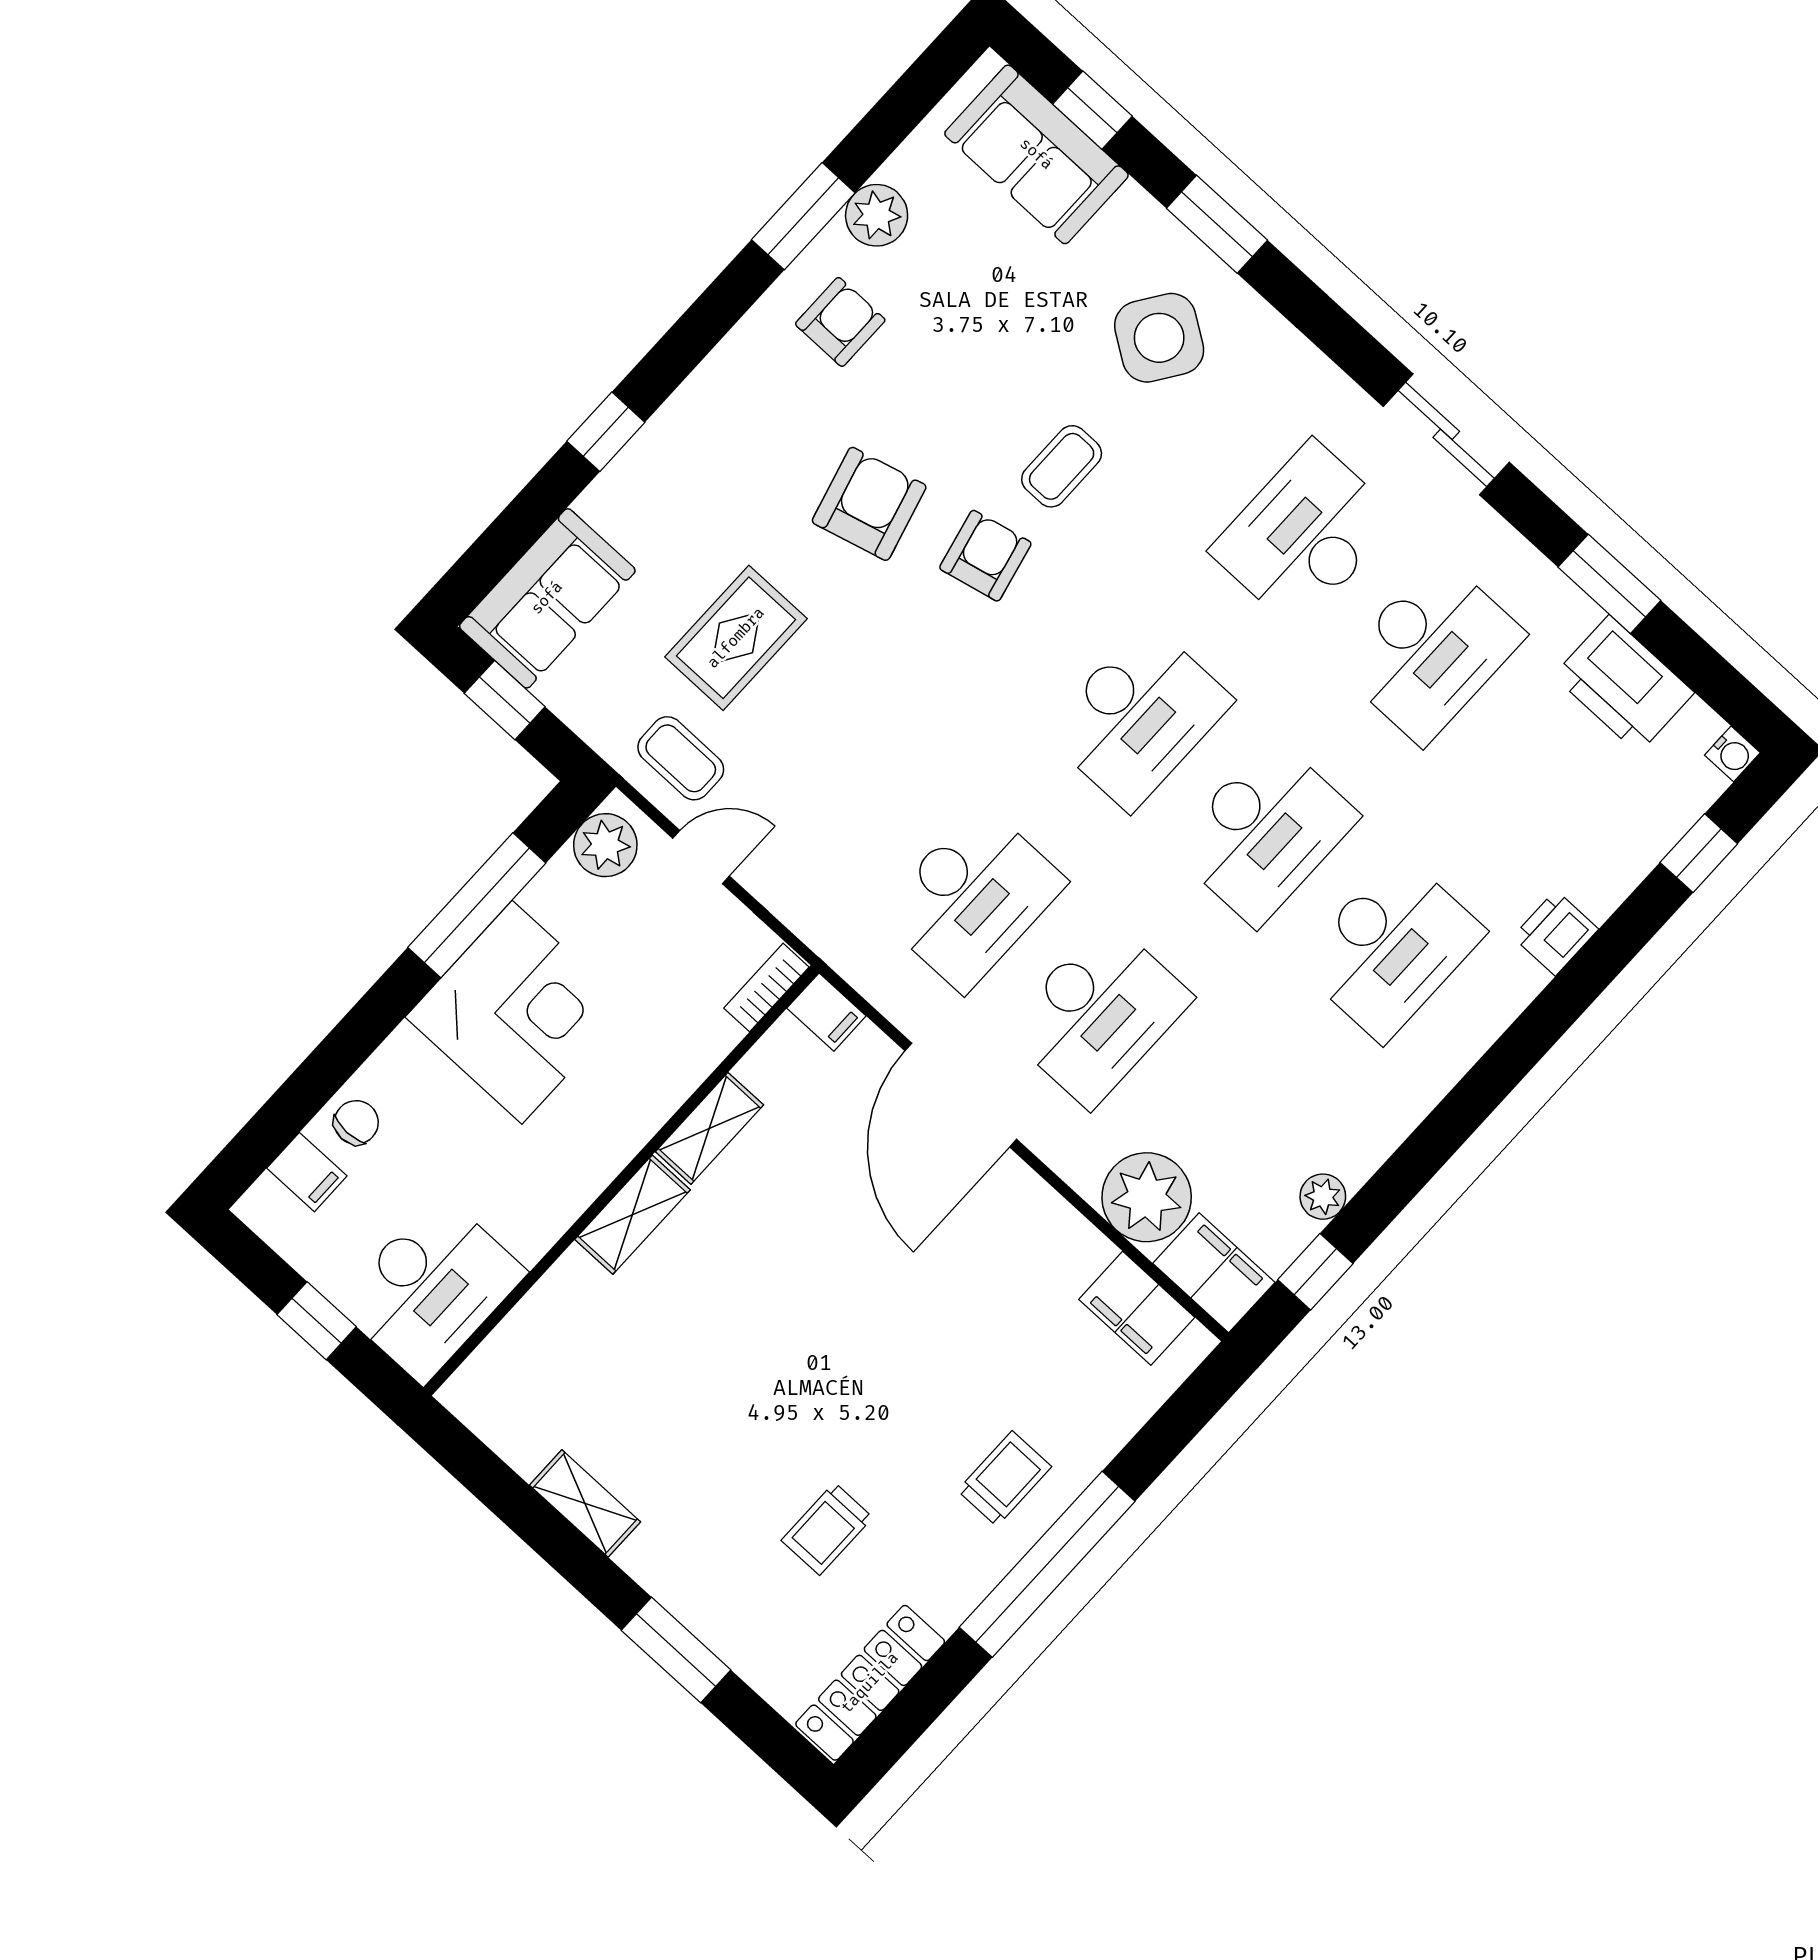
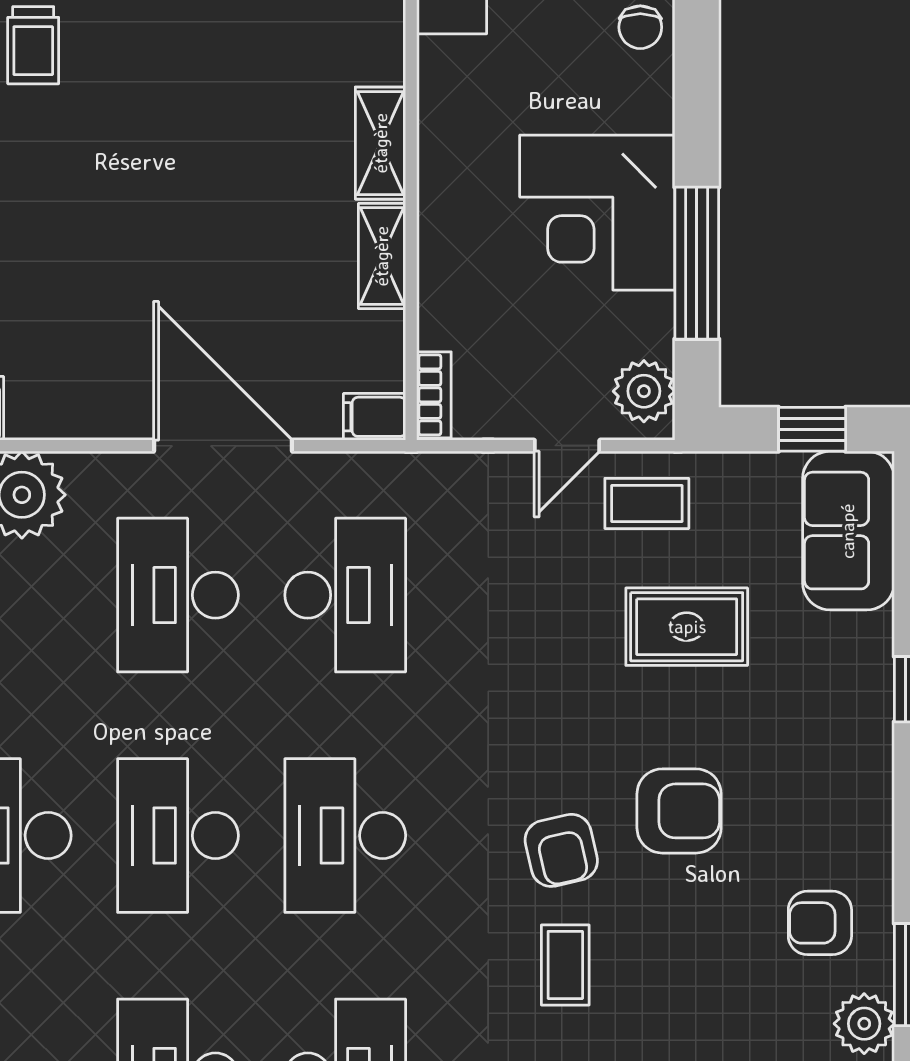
armchair: (840, 322) -> (820, 923), turned 90
armchair: (869, 504) -> (679, 811), turned -75
rug: (736, 638) -> (687, 627), turned 90
desk: (972, 898) -> (345, 595), turned 180
trolley: (827, 1529) -> (33, 45), turned 180

